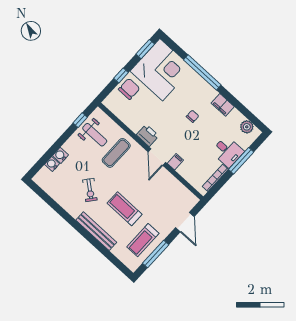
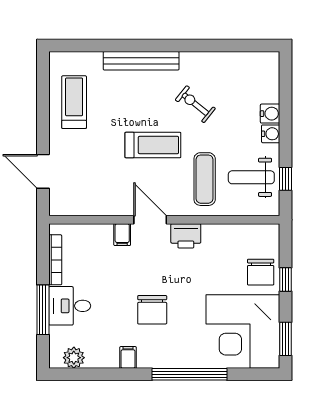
filing cabinet: (223, 105) -> (128, 357), width x0.50
chair: (193, 116) -> (152, 310), width x1.87, depth x1.87
water cooler: (52, 164) -> (271, 134), moved
treadmill: (125, 209) -> (153, 145), moved
window: (156, 254) -> (43, 100), removed

